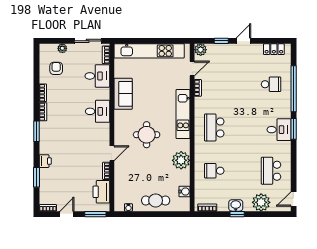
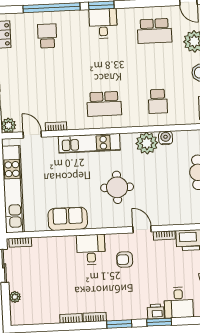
armchair: (56, 68) -> (125, 260), moved
desk: (97, 76) -> (179, 303), moved, turned 180
window: (37, 177) -> (159, 322), moved
water cooler: (185, 192) -> (166, 138), moved

